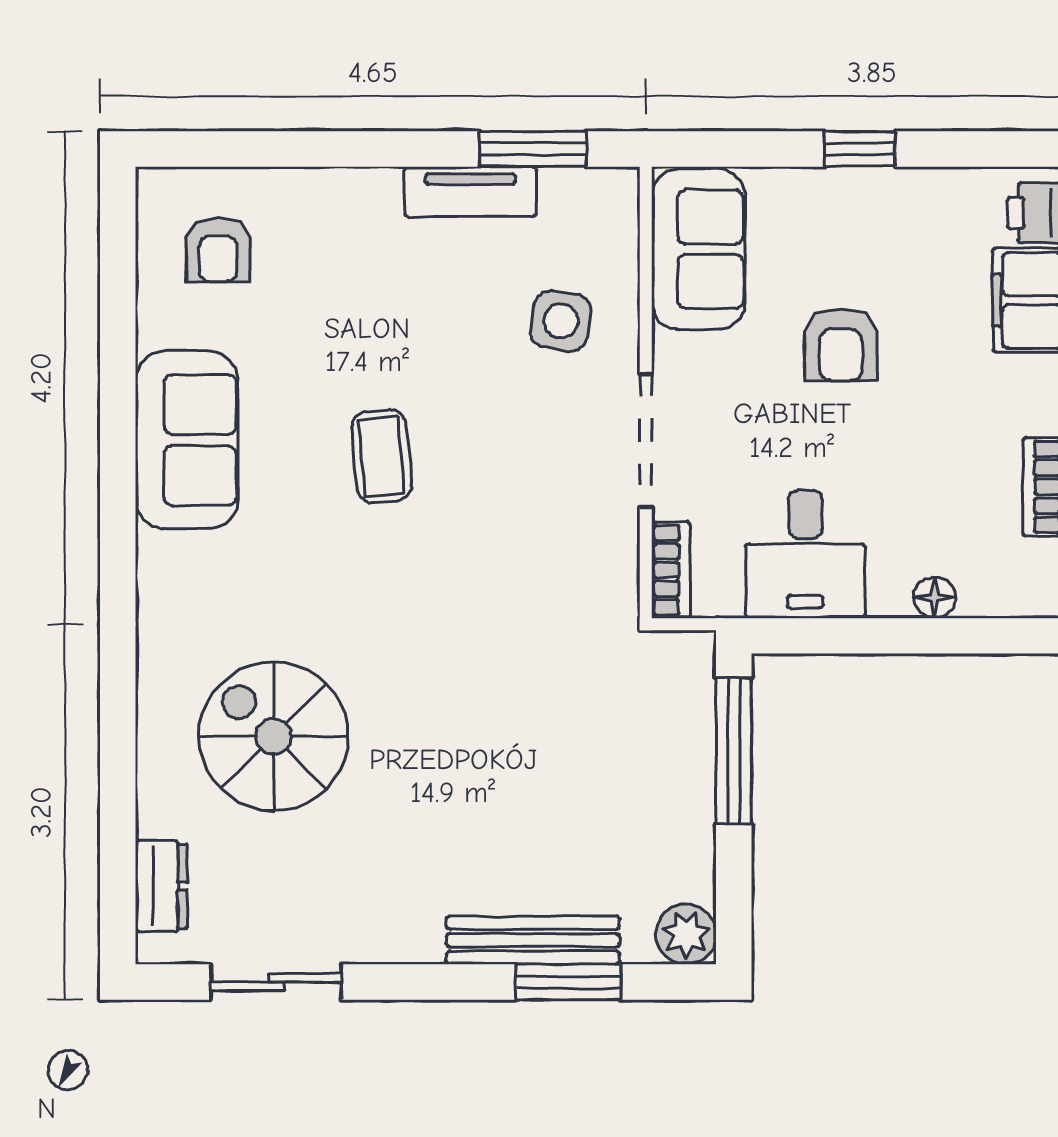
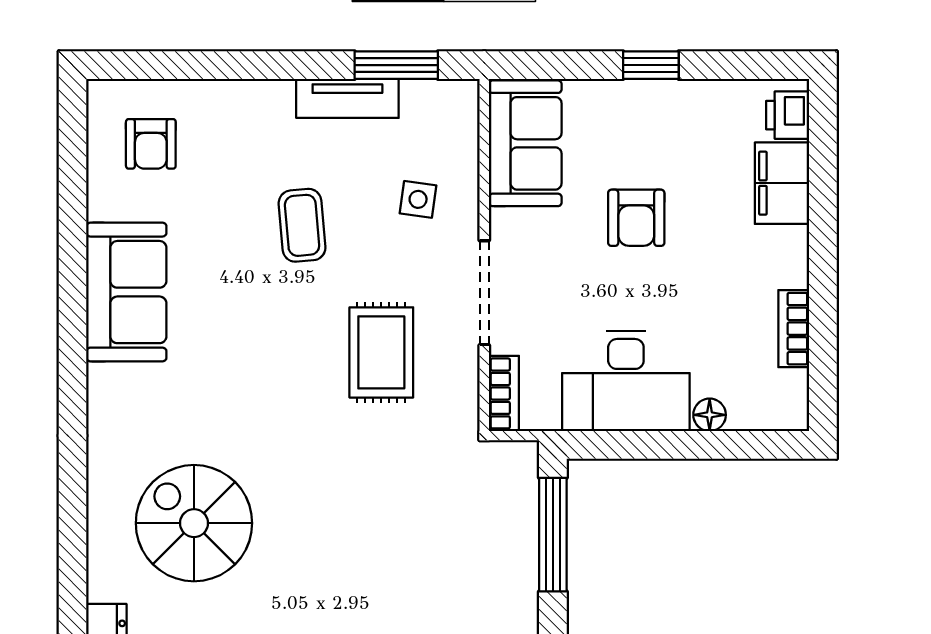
side table: (561, 321) -> (418, 199), width x0.73, depth x0.73
coffee table: (382, 456) -> (302, 225), moved
rug: (514, 517) -> (381, 352), added
desk: (805, 554) -> (626, 381), width x1.37

